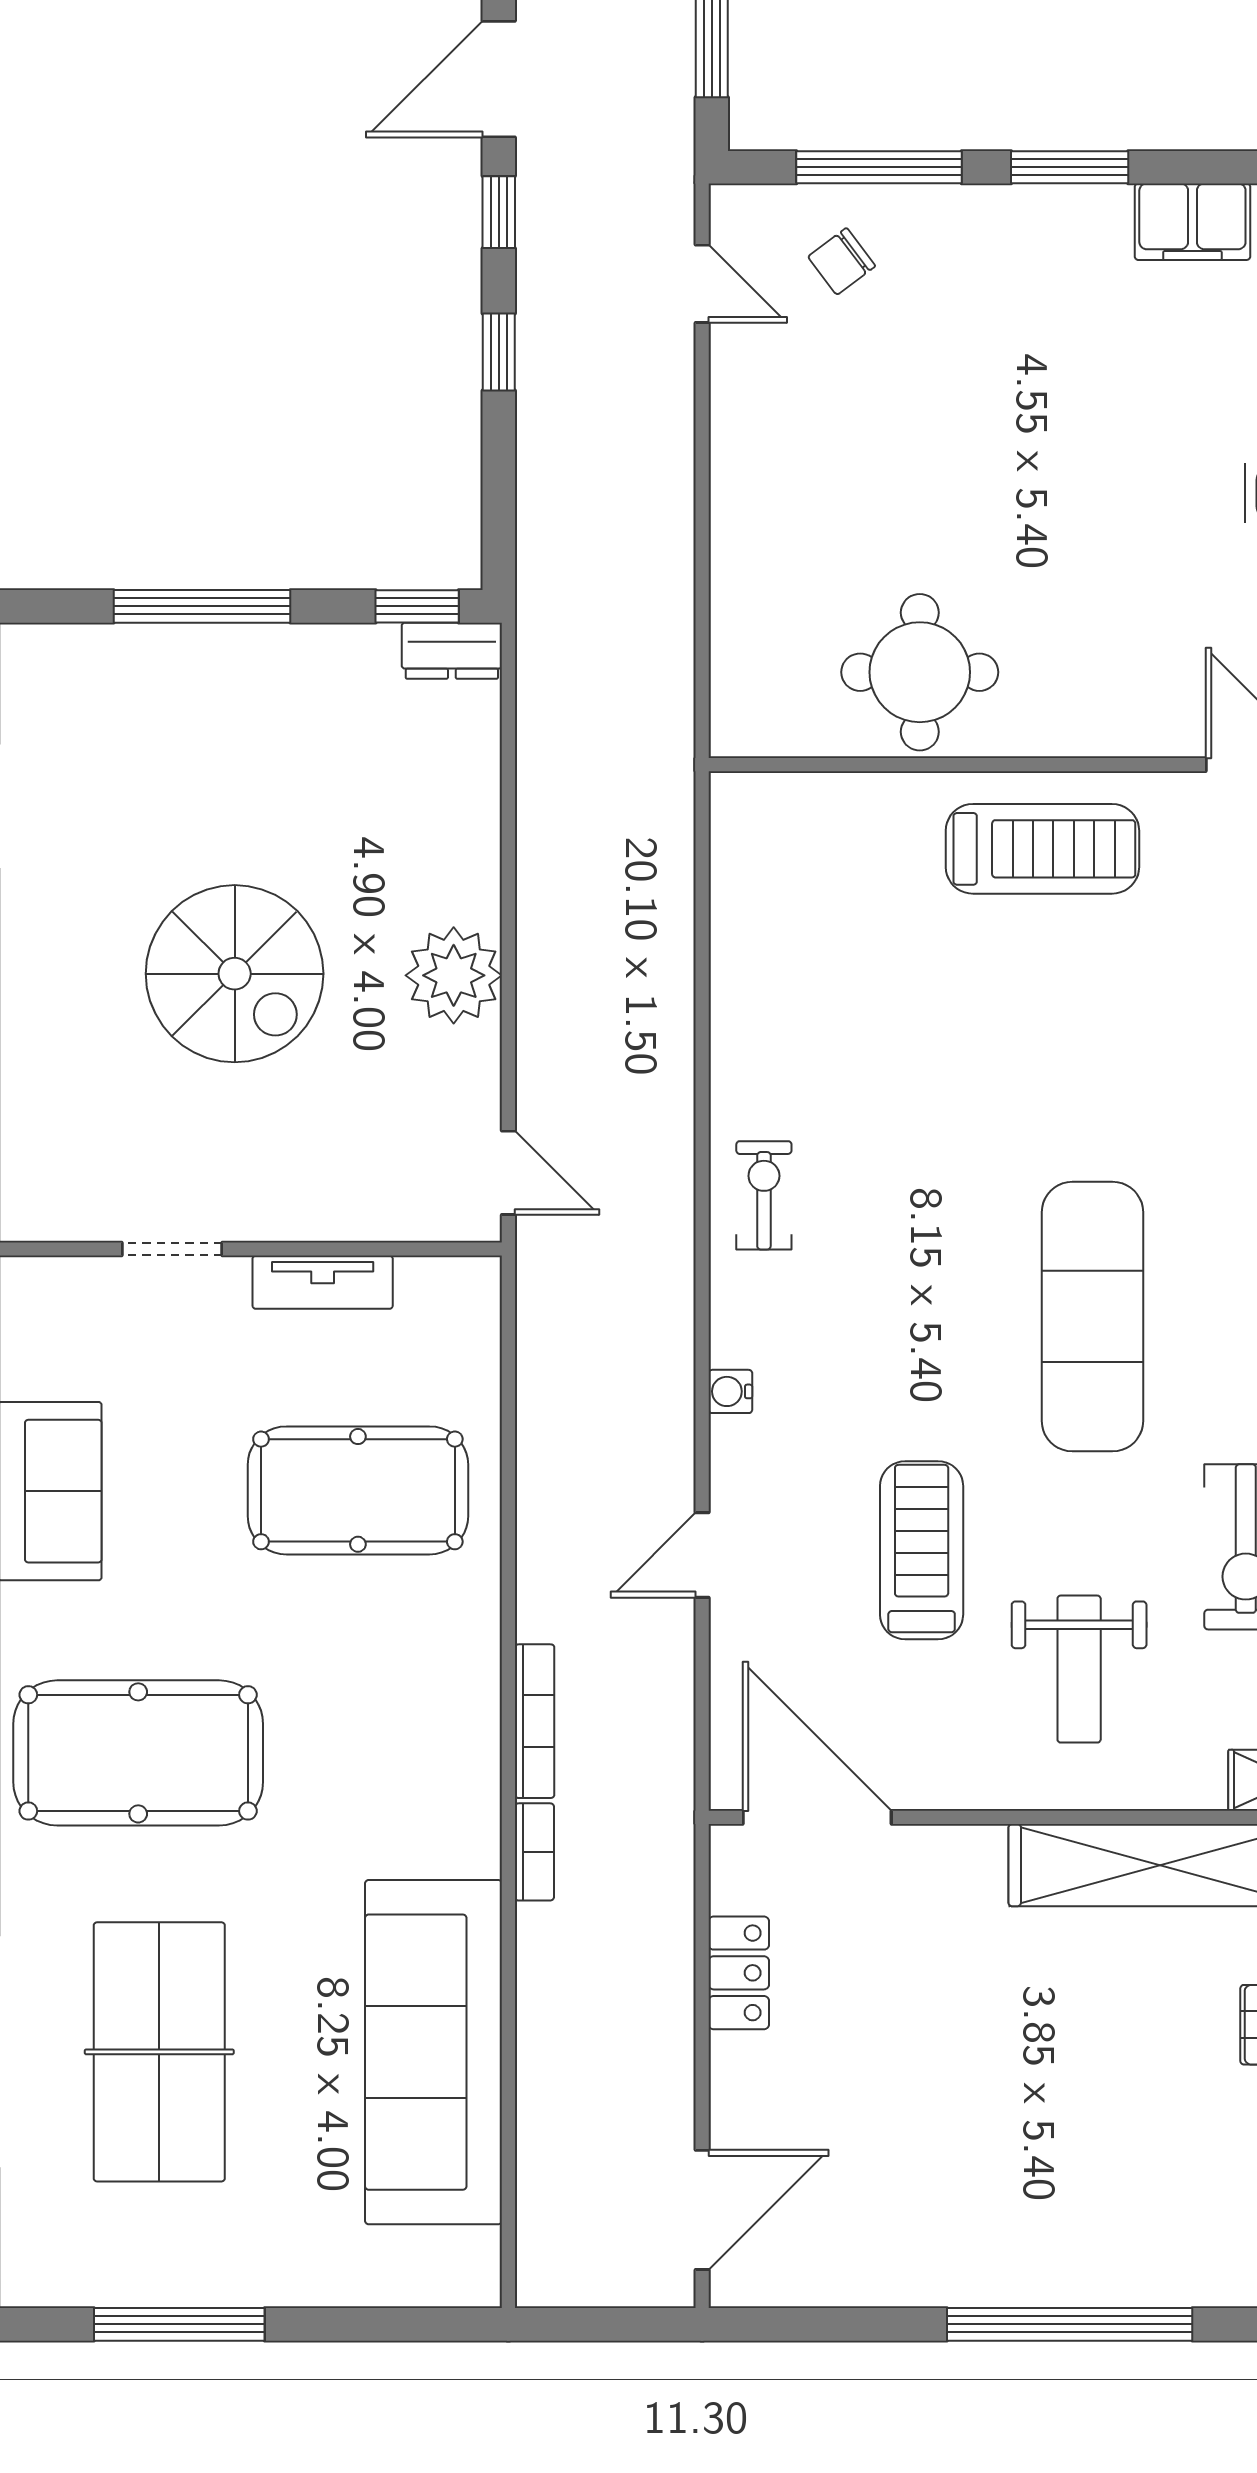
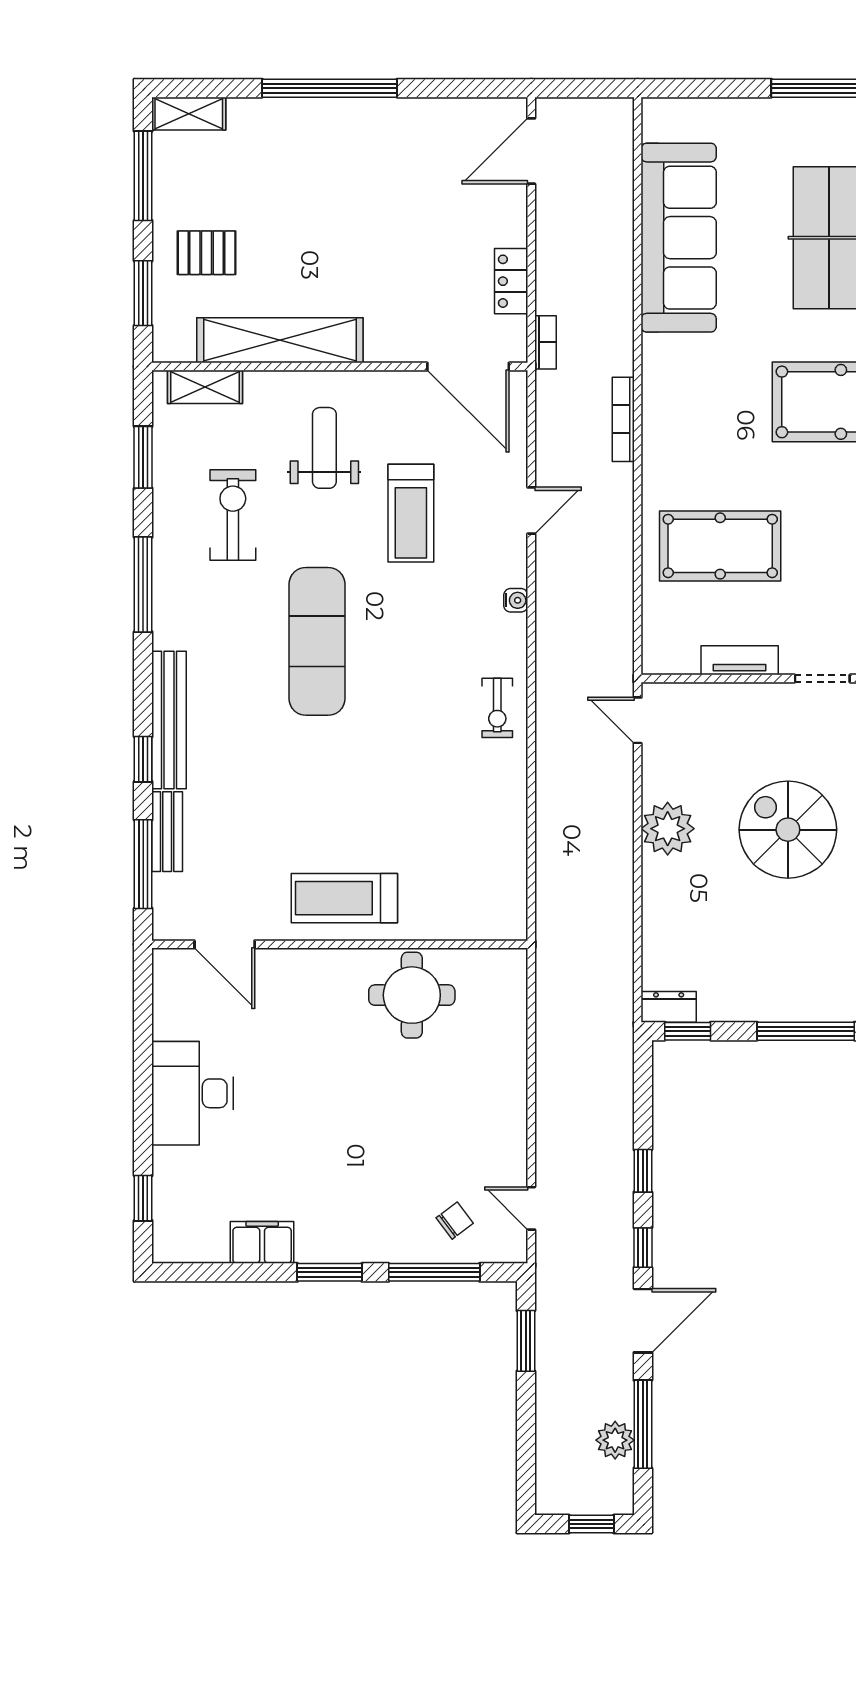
bookcase: (534, 1852) -> (545, 342), moved, turned 180

